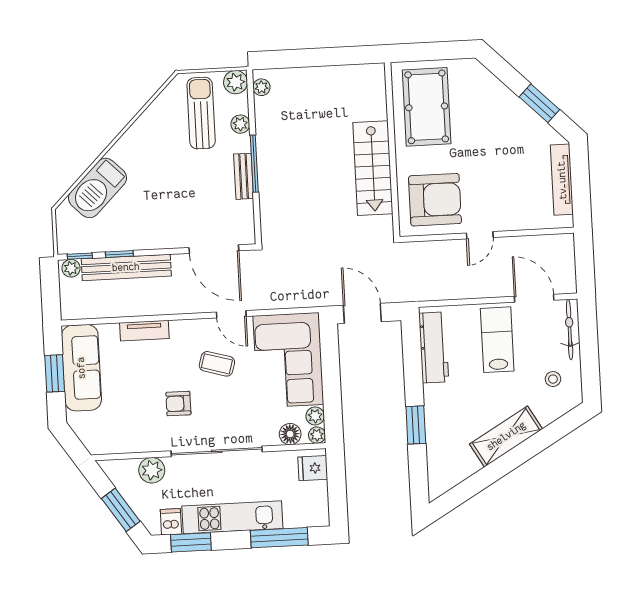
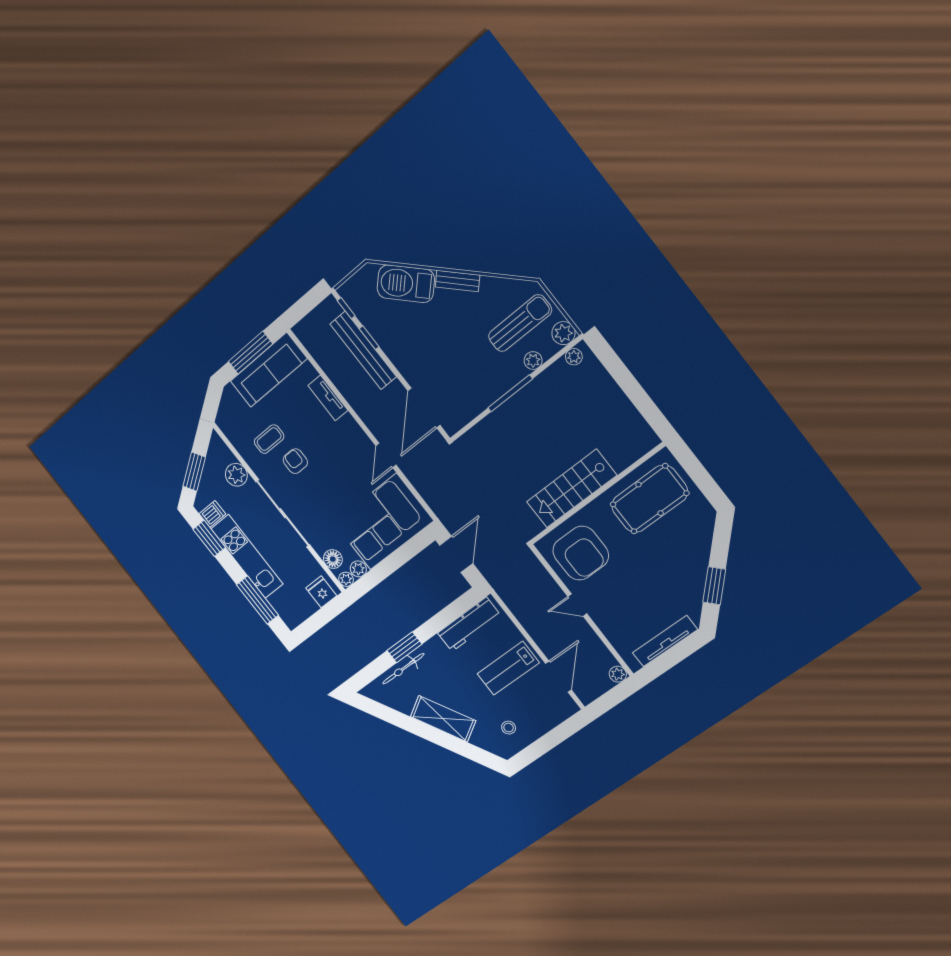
bench: (244, 176) -> (457, 281), moved, turned 45
plant: (71, 268) -> (618, 674), moved
bicycle: (570, 330) -> (403, 669), moved, turned 180
lab bench: (497, 340) -> (508, 668), turned 180
coffee table: (217, 364) -> (269, 439), moved, turned 74
window: (55, 373) -> (250, 353), width x1.44

